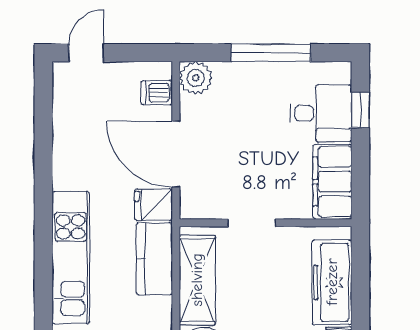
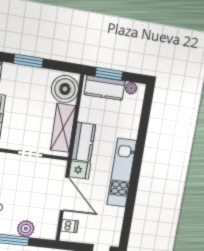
plant: (196, 78) -> (26, 229), moved
kitchen unit: (71, 257) -> (122, 173), moved

